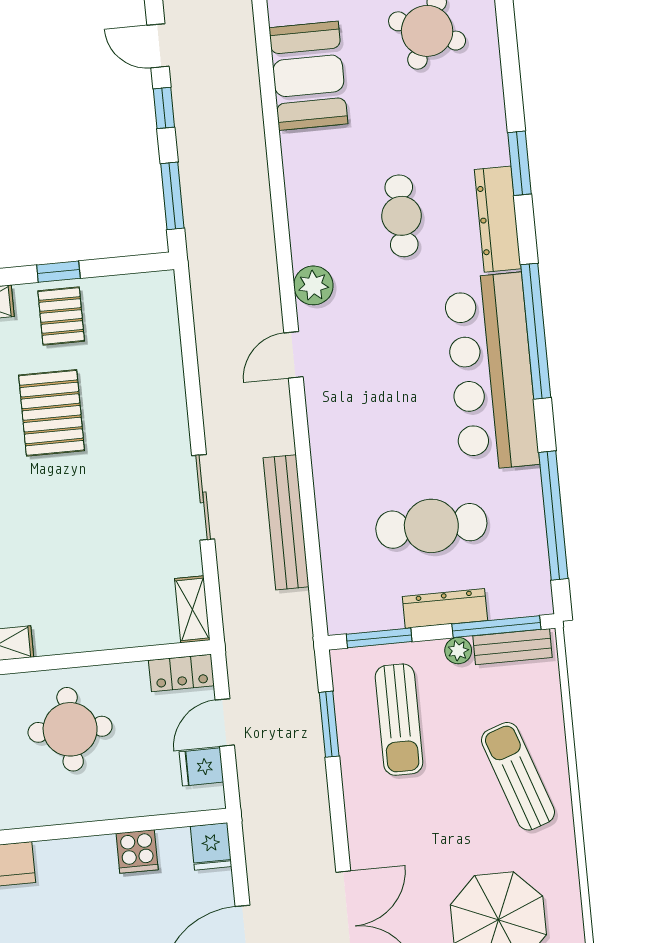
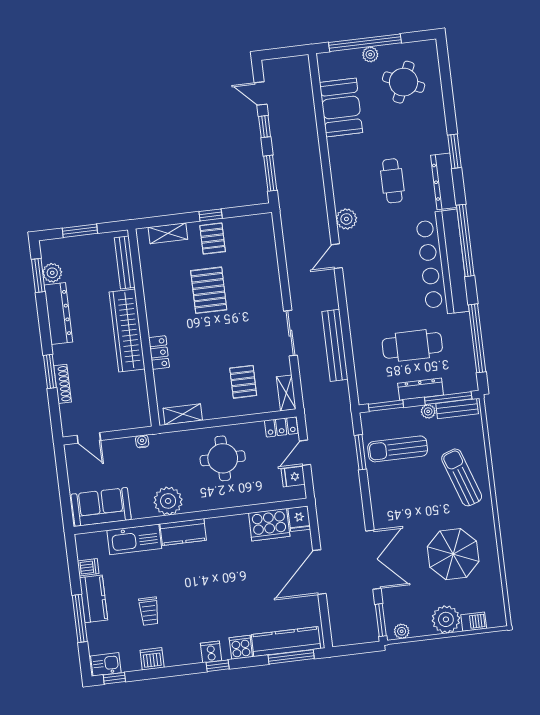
pallet: (112, 586) -> (243, 382), added
sun lounger: (399, 720) -> (398, 449), turned 90
cooker: (137, 851) -> (269, 525), width x1.87, depth x1.31

